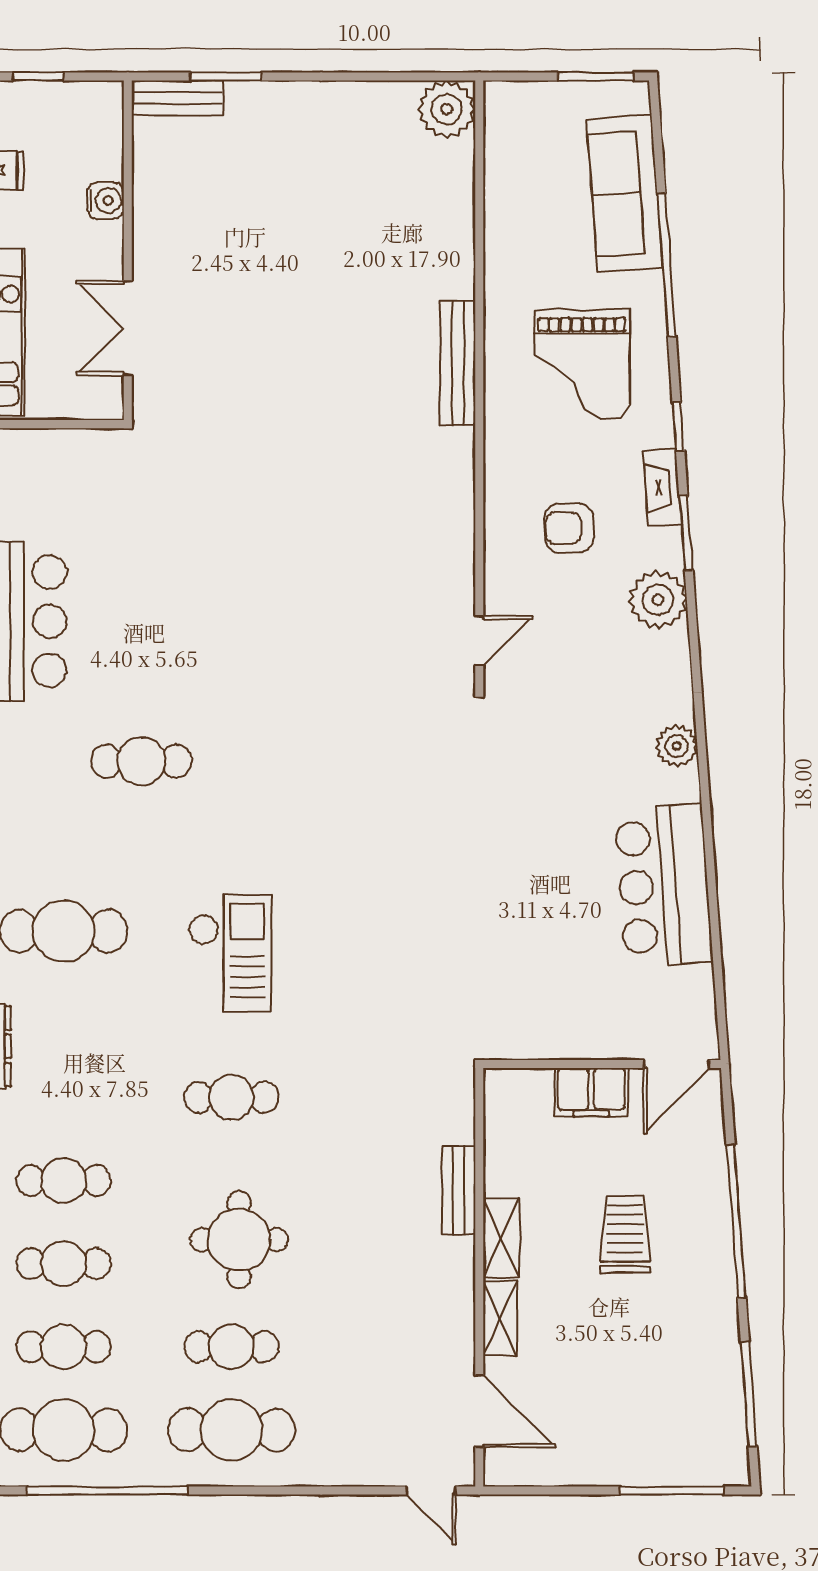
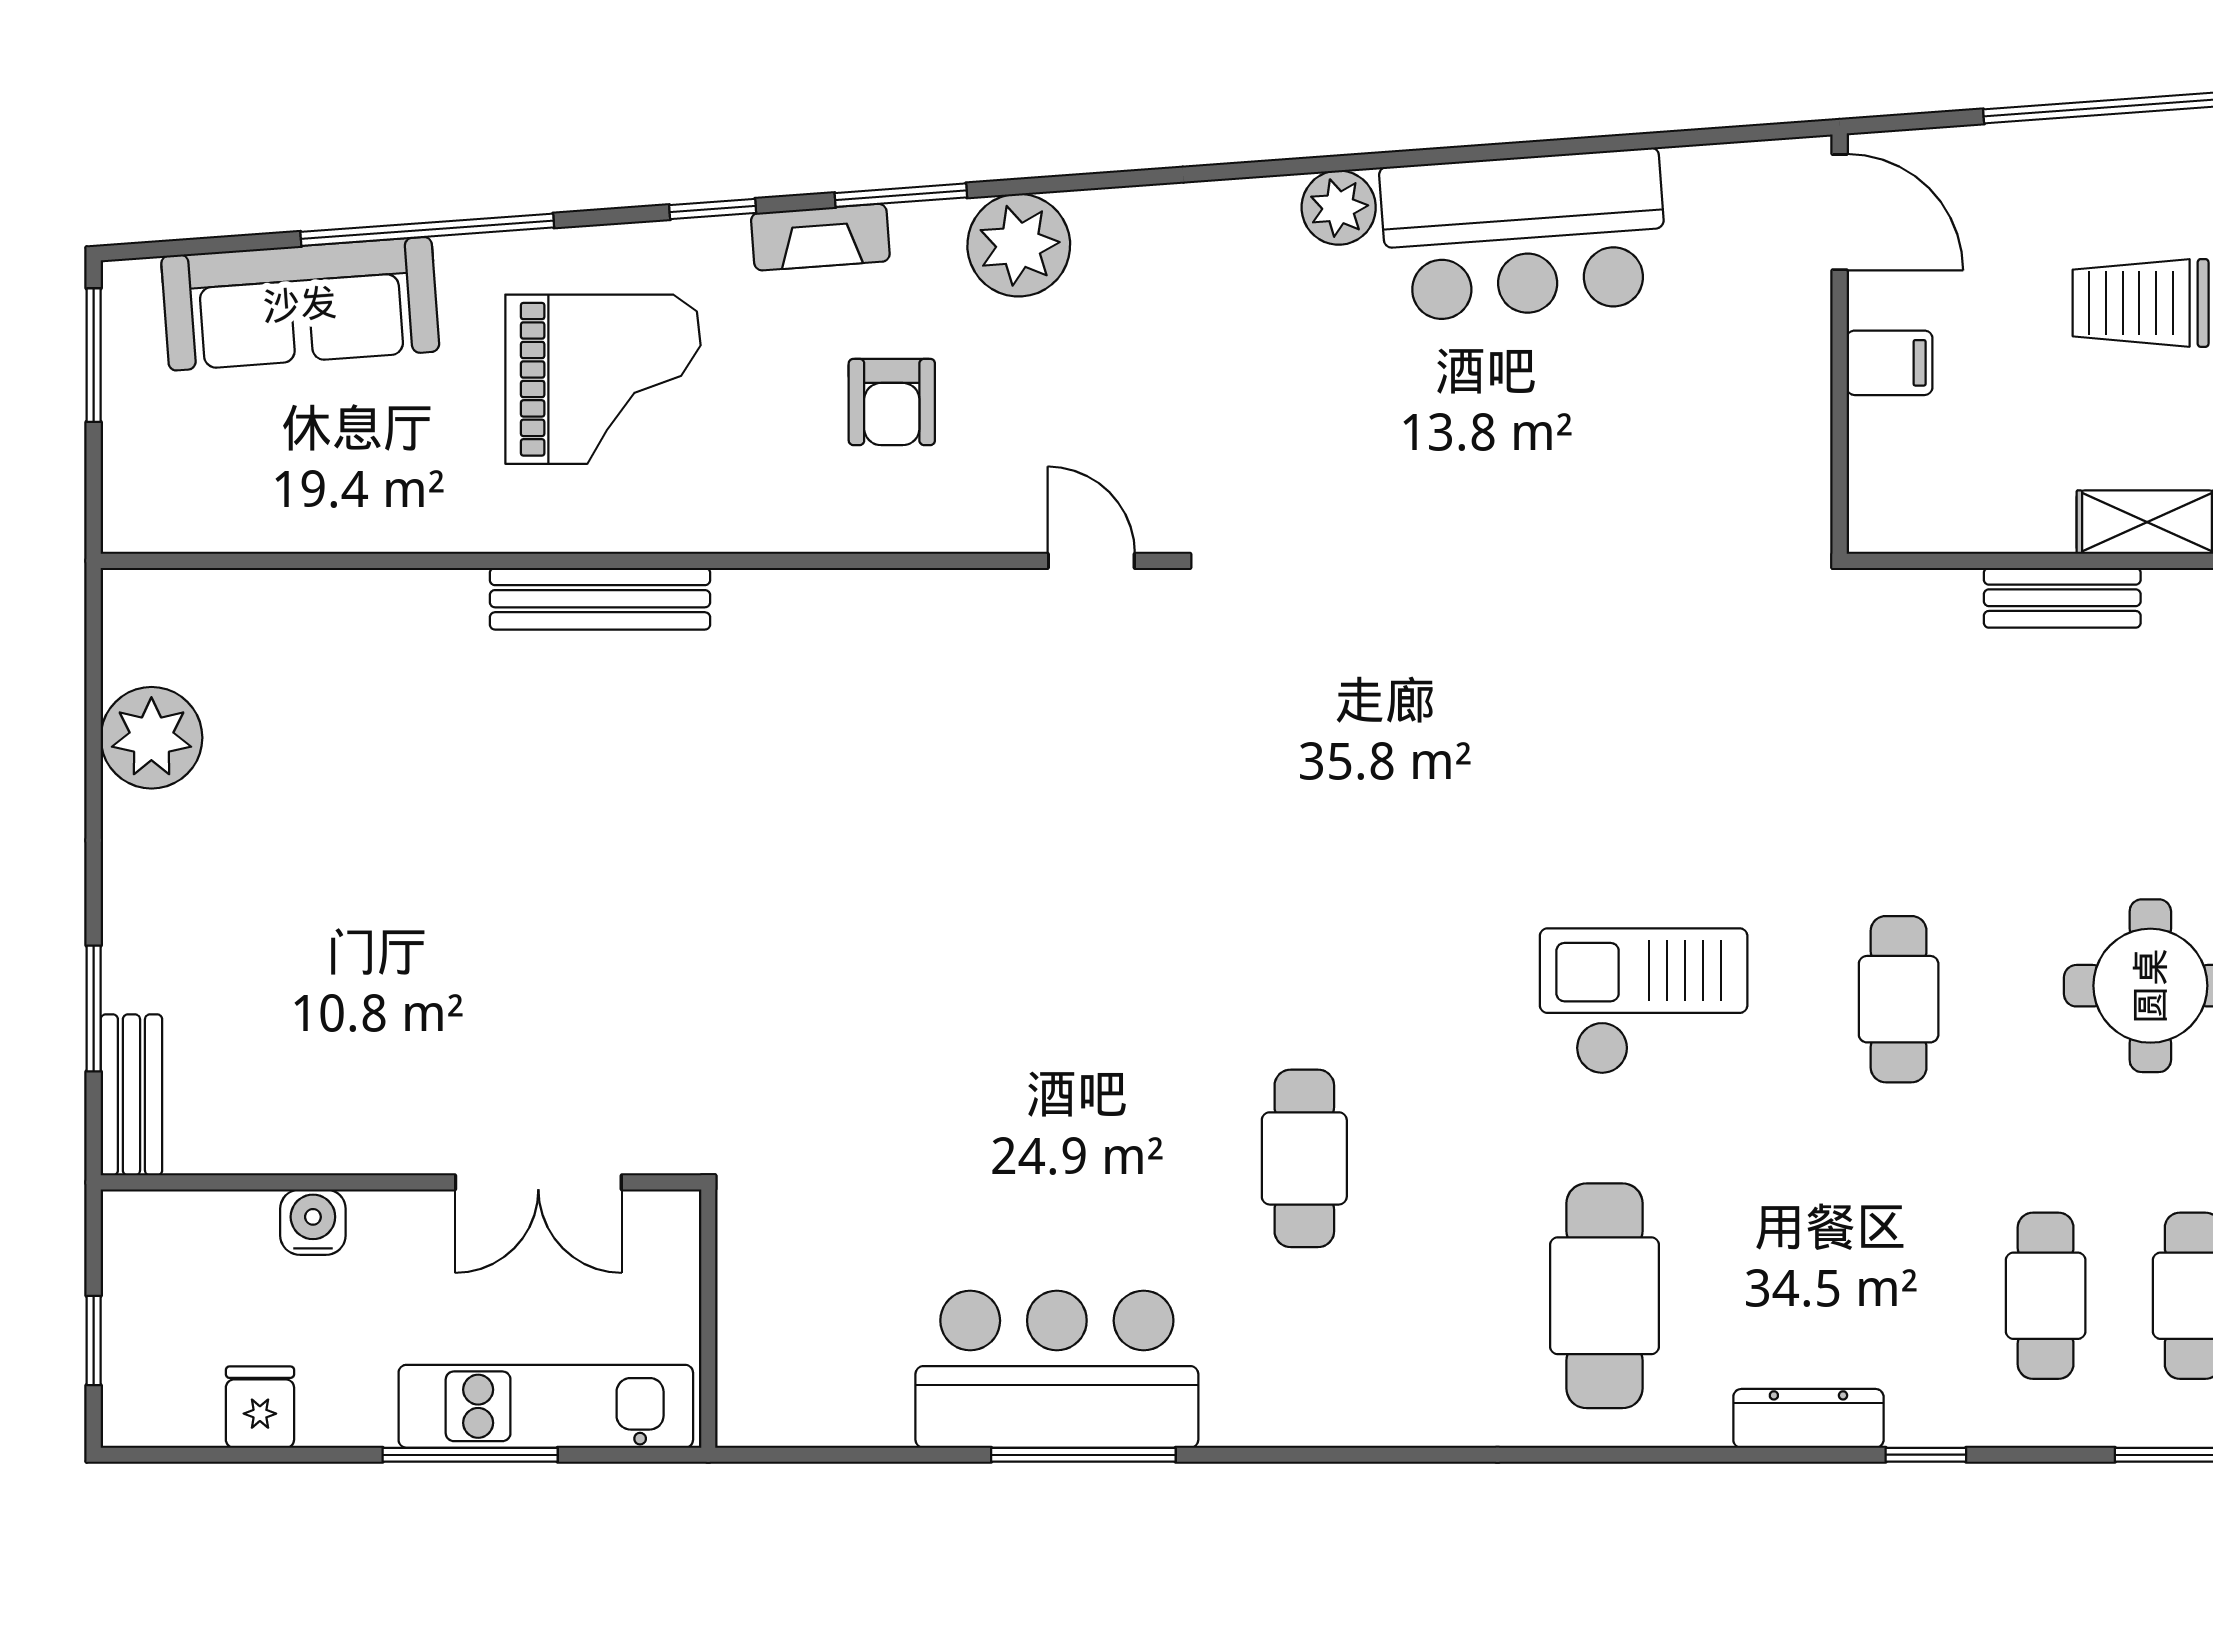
plant: (447, 109) -> (151, 738), moved
plant: (677, 746) -> (1339, 208), moved
filing cabinet: (591, 1092) -> (1890, 363), width x0.50

